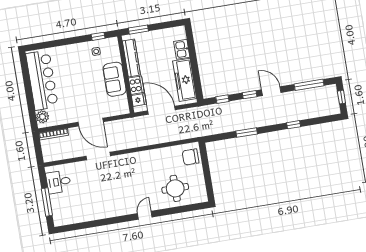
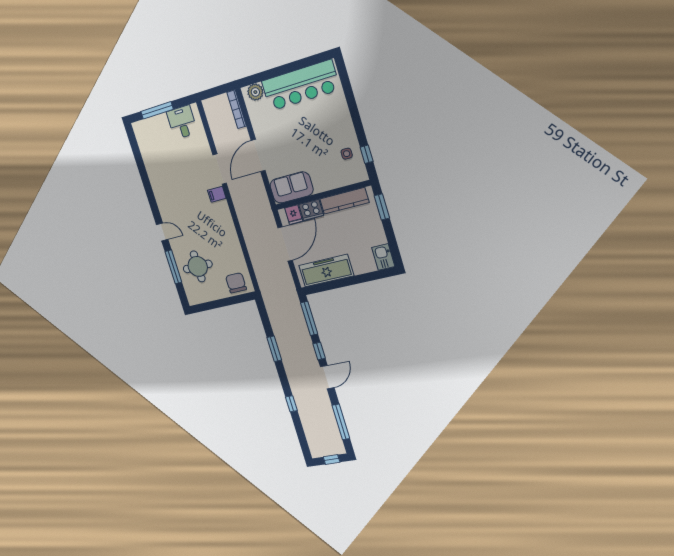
kitchen sink: (182, 49) -> (383, 257), moved, turned -90
sofa: (115, 79) -> (292, 187), moved
window: (222, 99) -> (309, 318), width x2.17
filing cabinet: (118, 162) -> (217, 194), added
window: (174, 210) -> (173, 267), added

